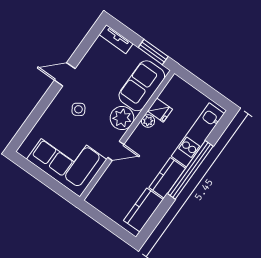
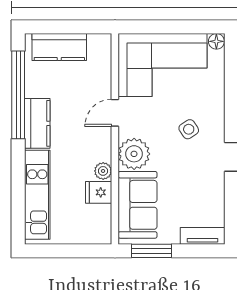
floor lamp: (24, 150) -> (216, 41), added
window: (190, 170) -> (18, 95), moved
kitchen counter: (143, 210) -> (59, 47), moved, turned 90

